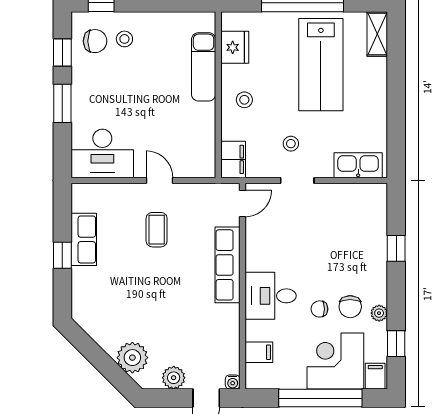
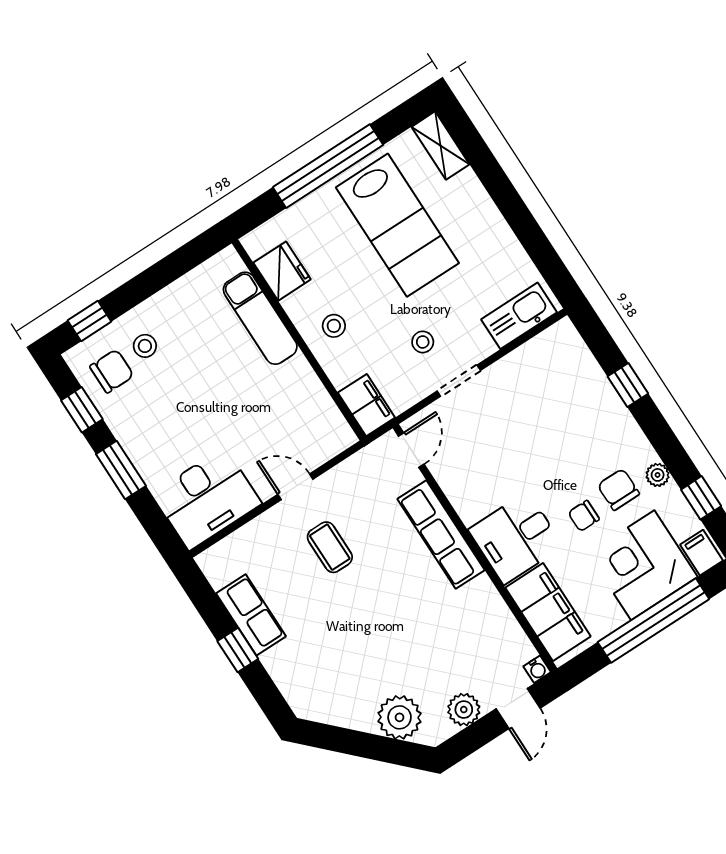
chair: (350, 307) -> (618, 489), turned 180
filing cabinet: (259, 352) -> (548, 612), width x3.00, depth x1.17

